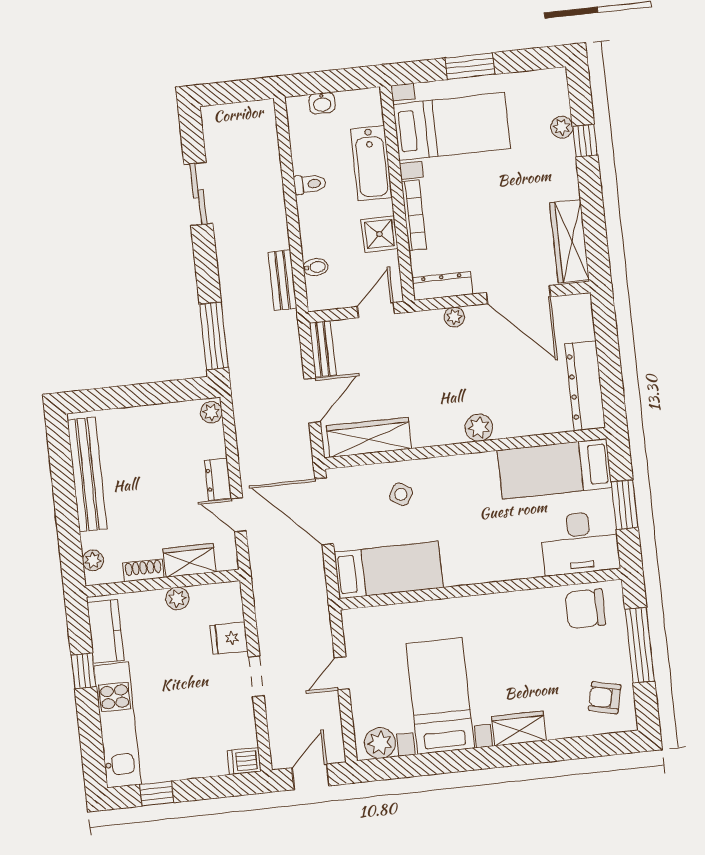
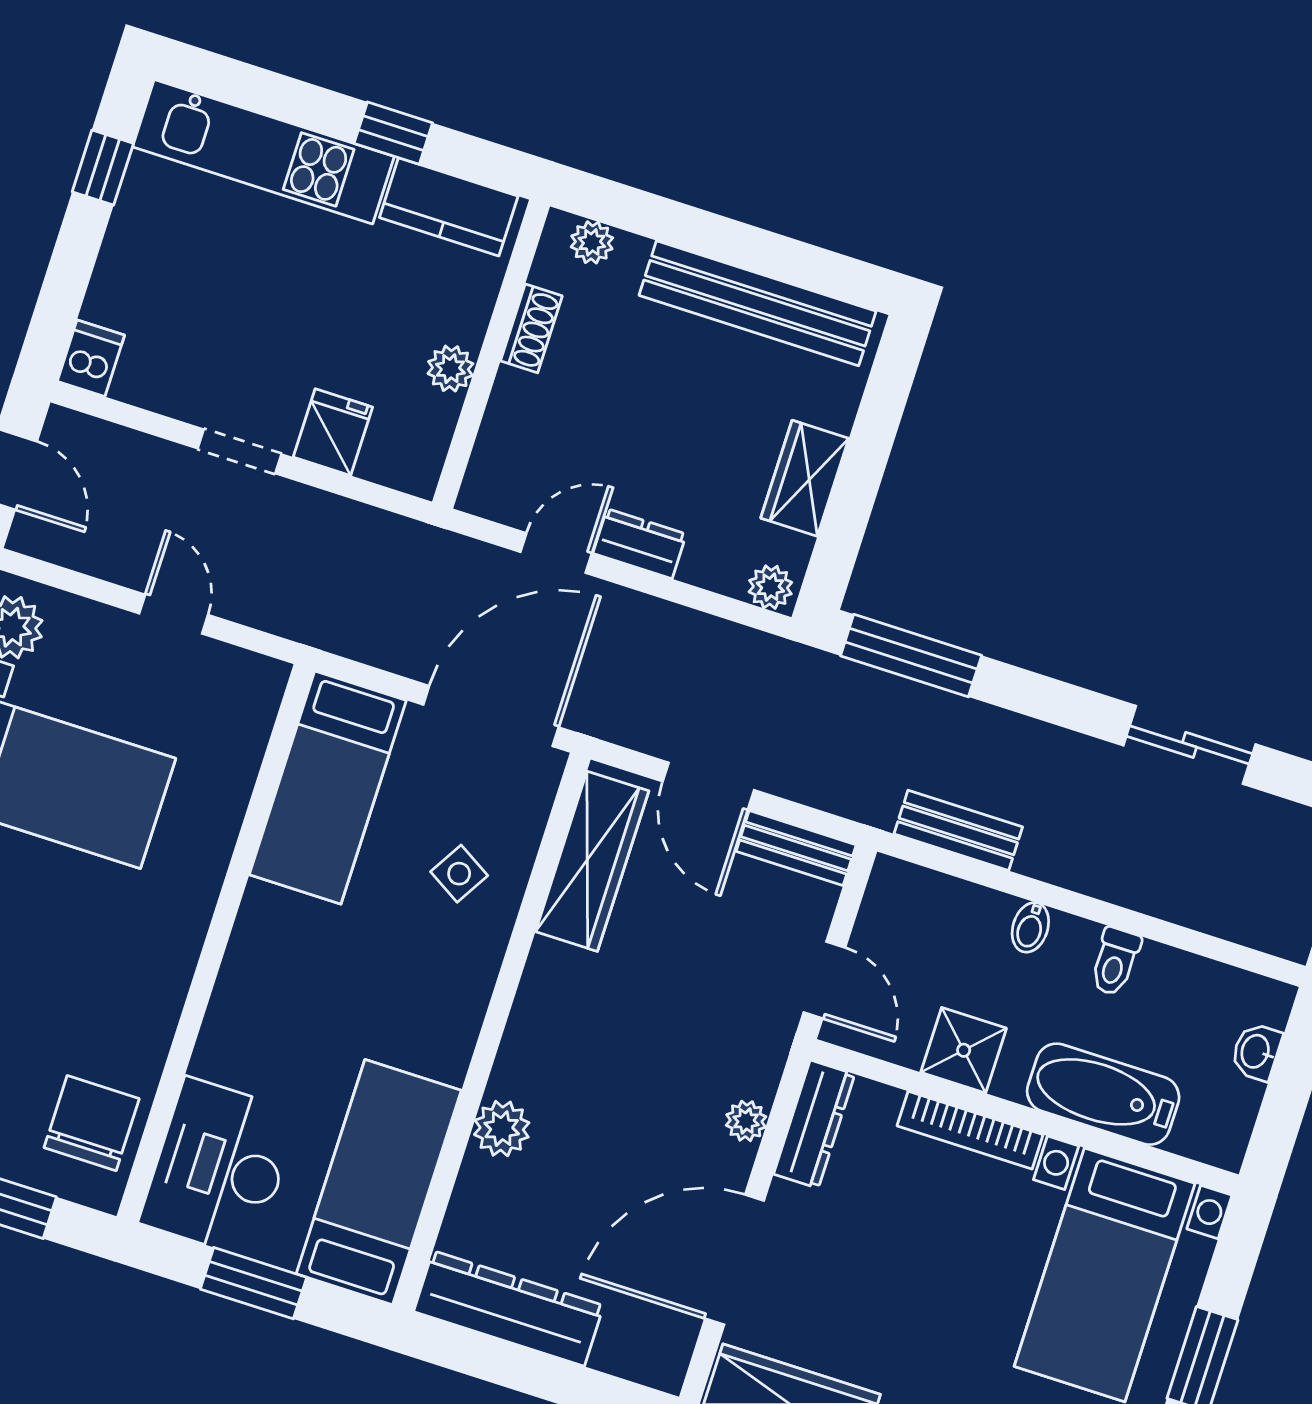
bidet: (316, 267) -> (1030, 927), moved
plant: (479, 428) -> (502, 1129), moved
wardrobe: (189, 560) -> (805, 478), moved, turned 180

